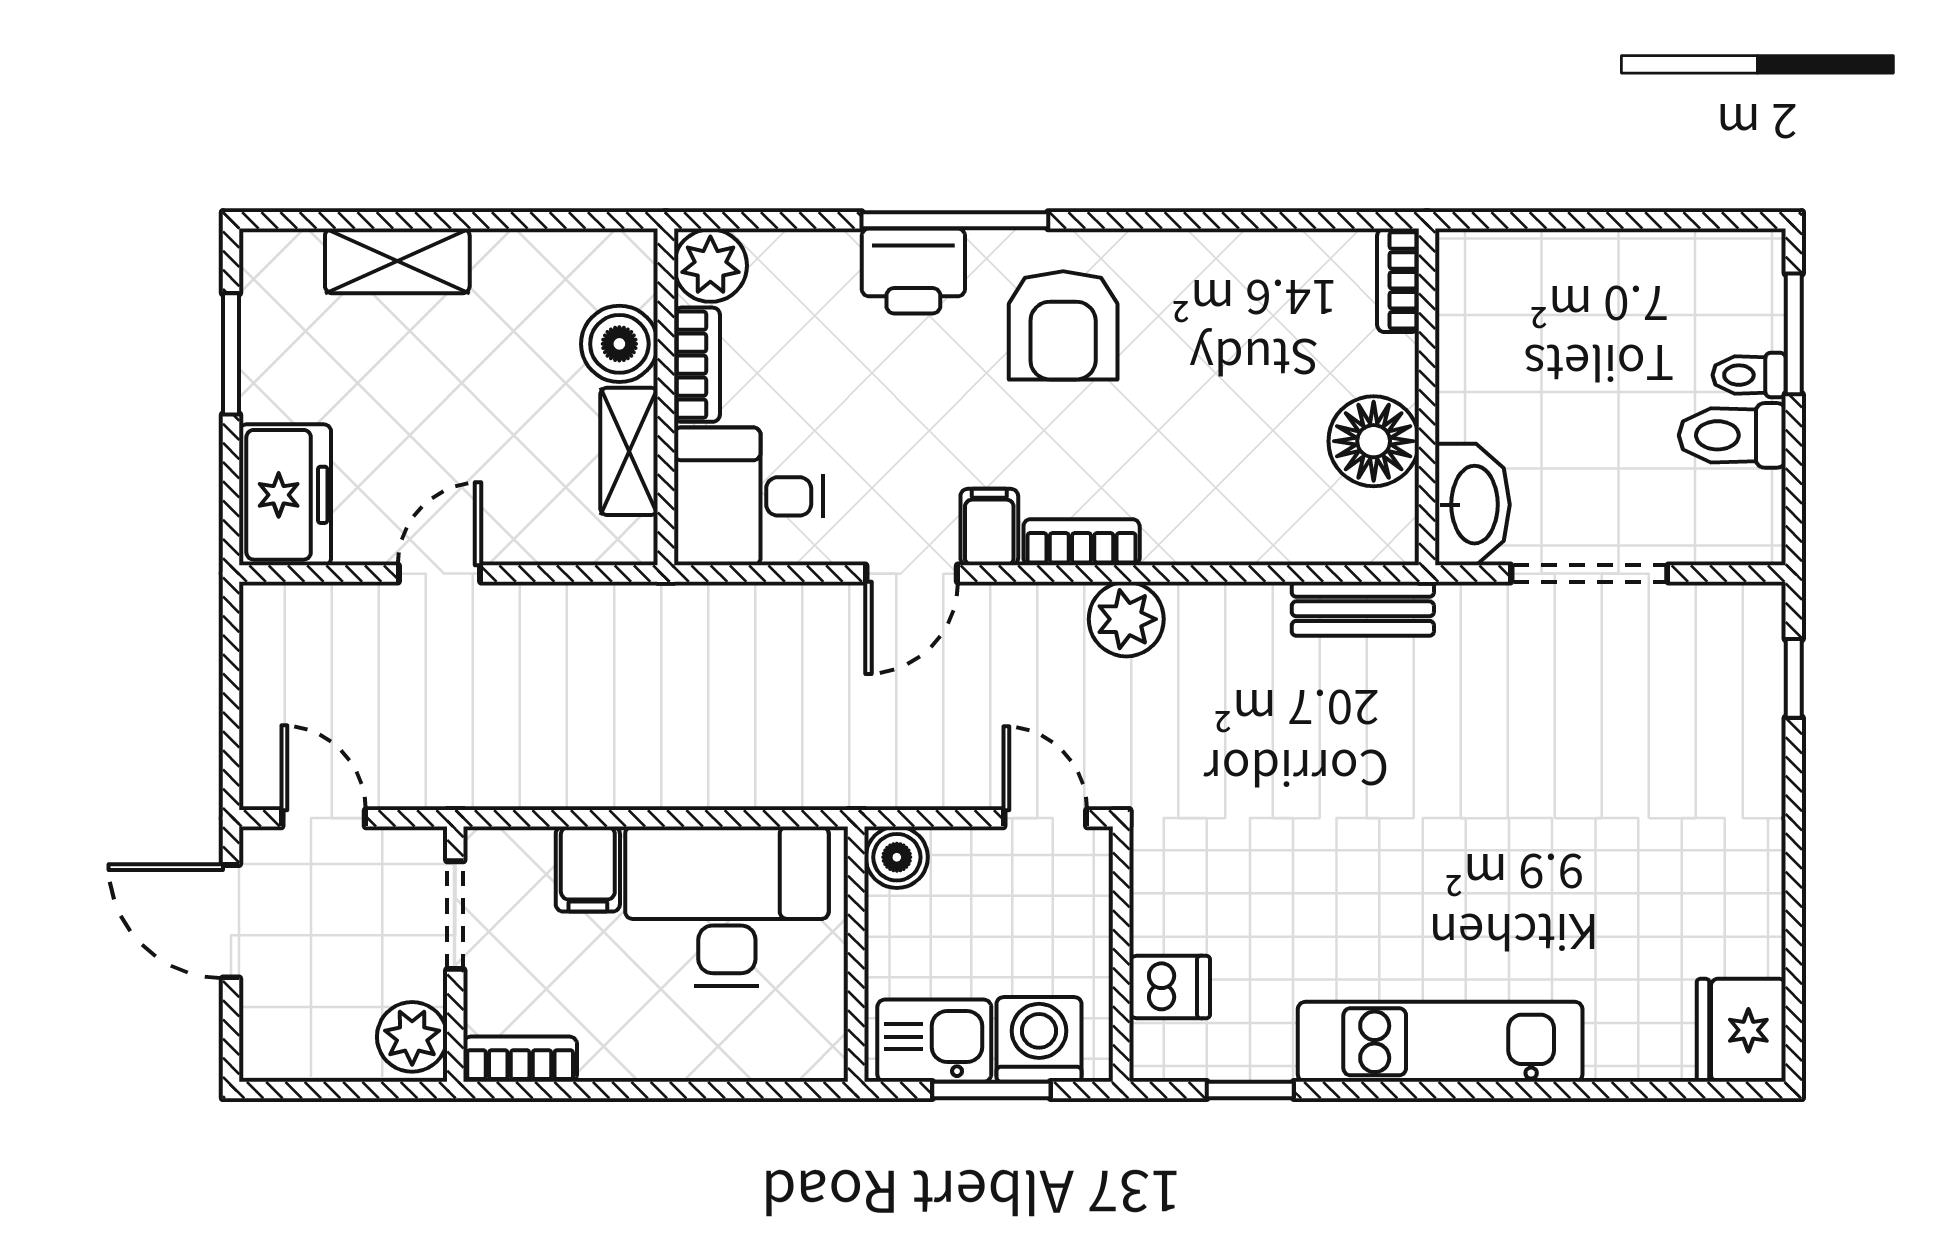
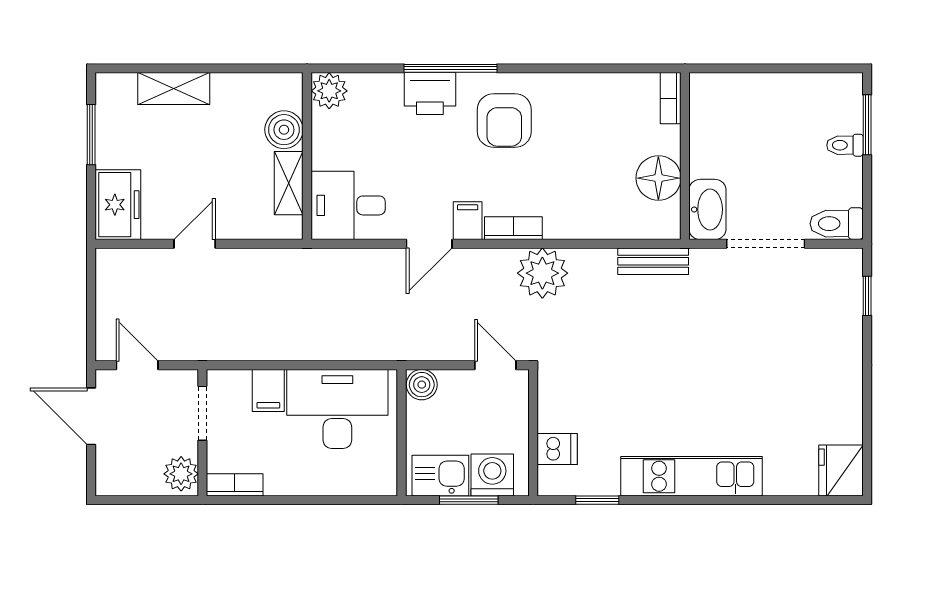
bookcase: (697, 365) -> (322, 140), removed
toilet: (1732, 435) -> (837, 224), moved
plant: (1126, 619) -> (542, 273), width x1.36, depth x1.36

